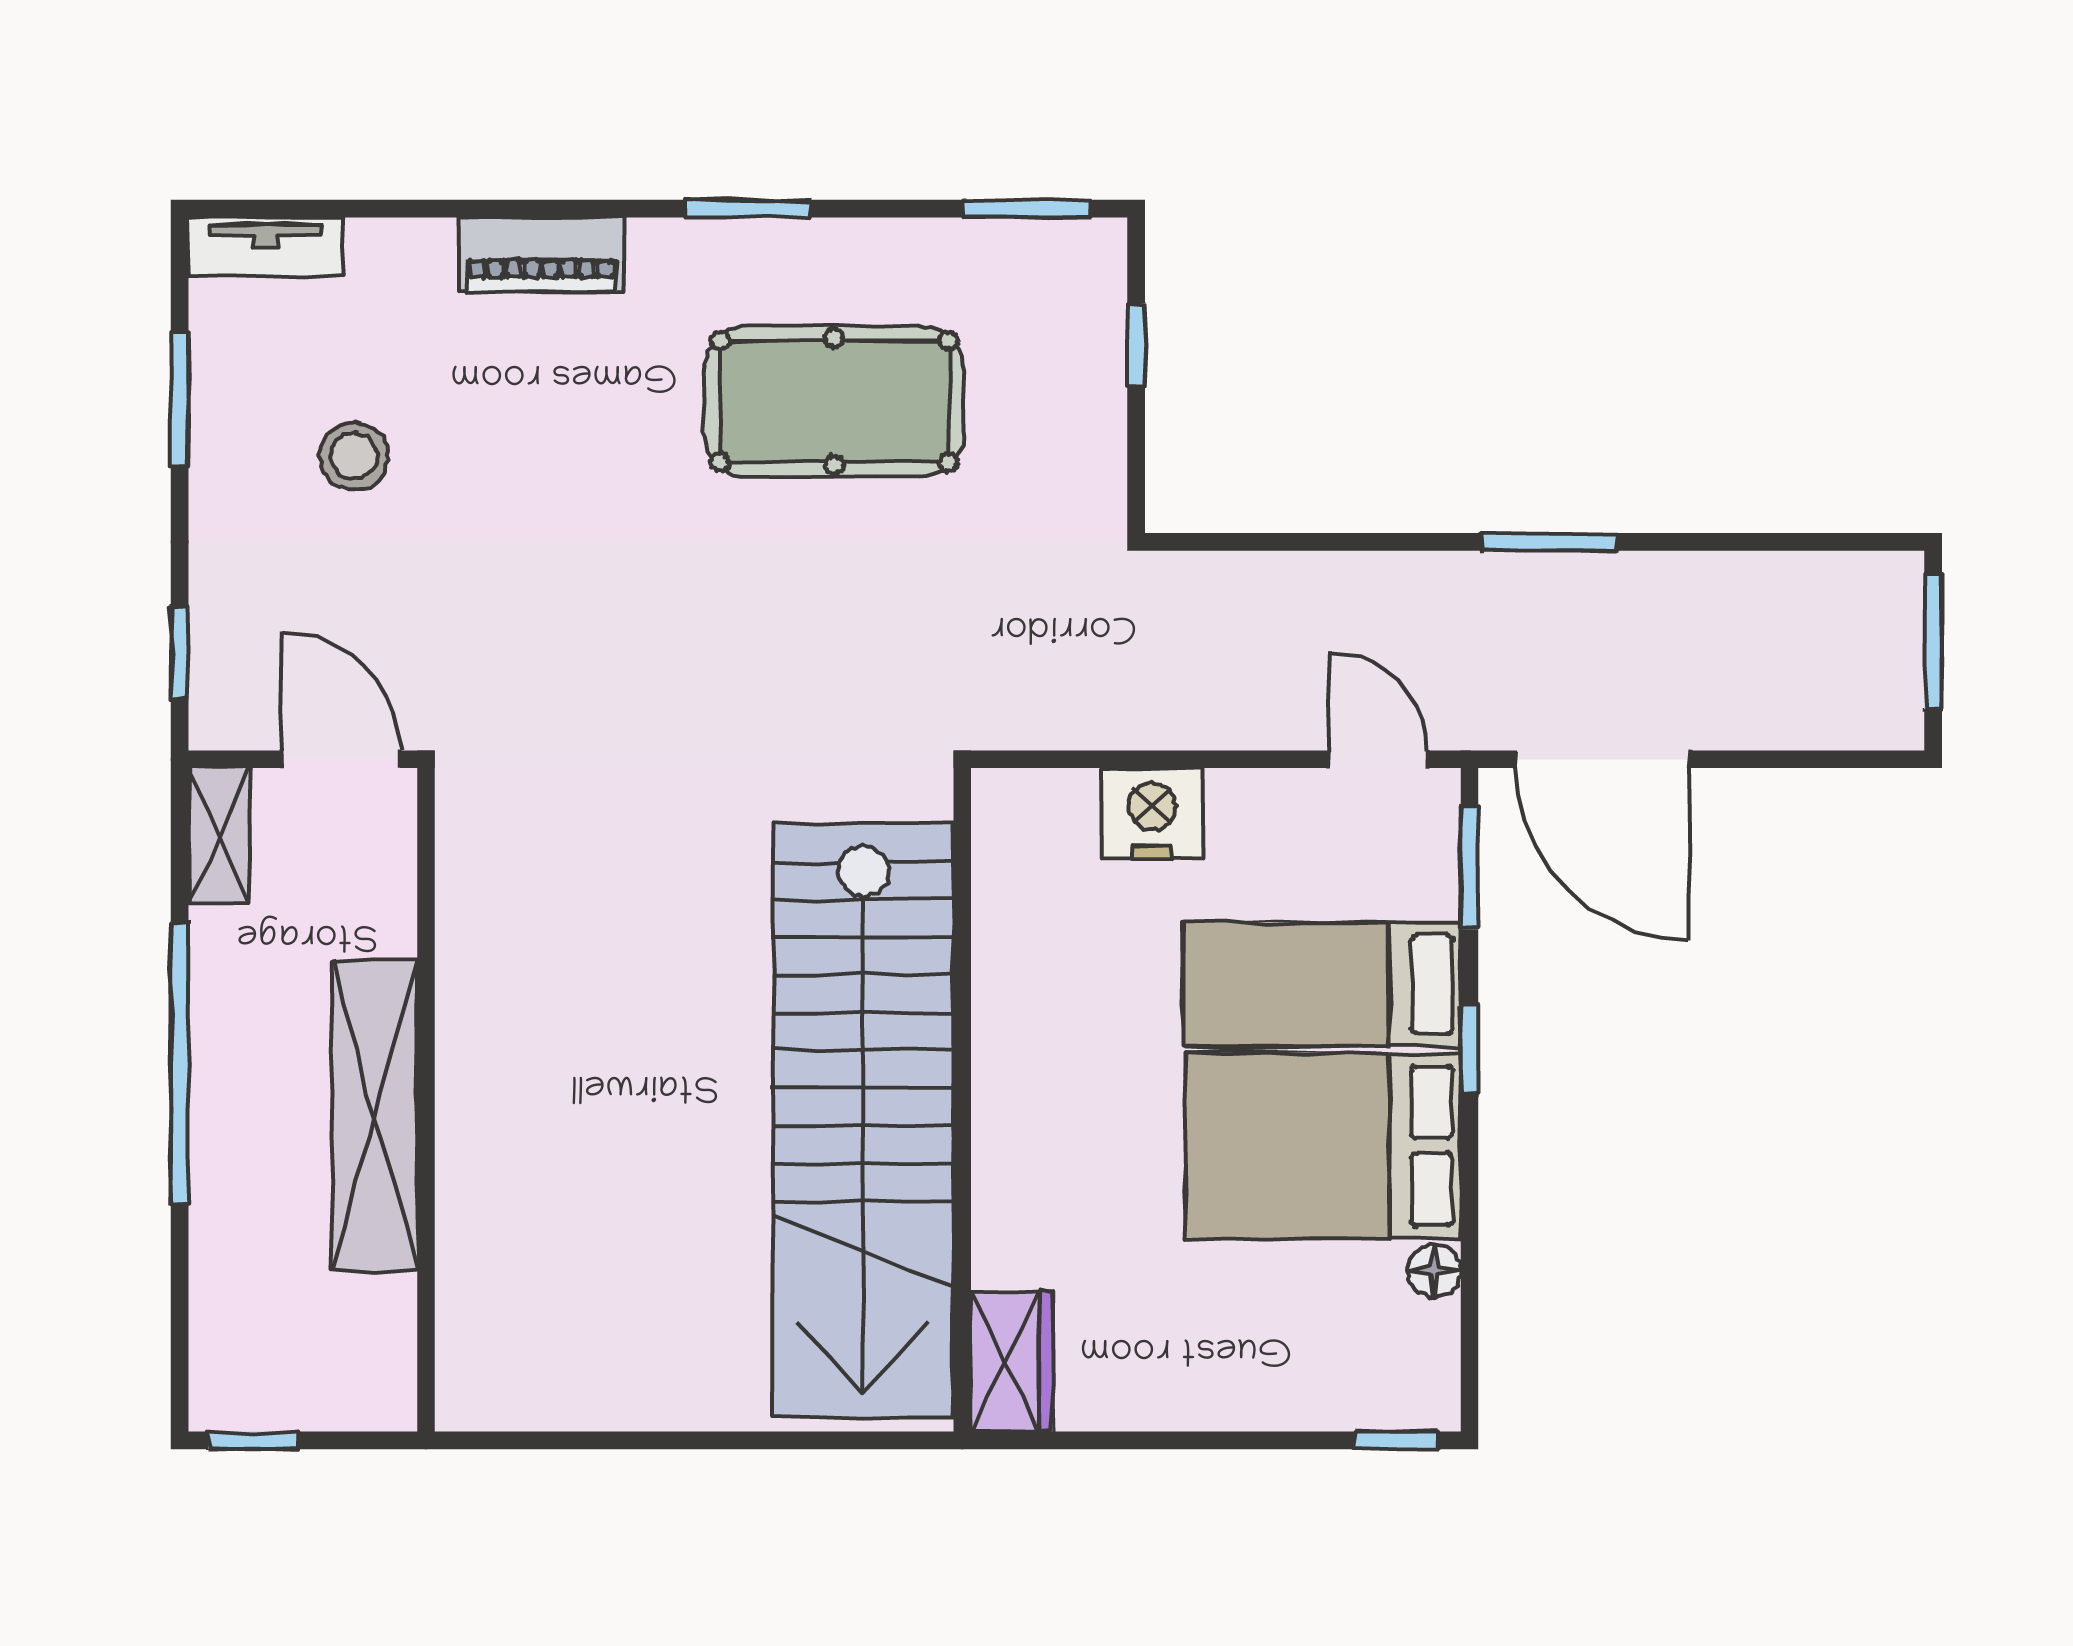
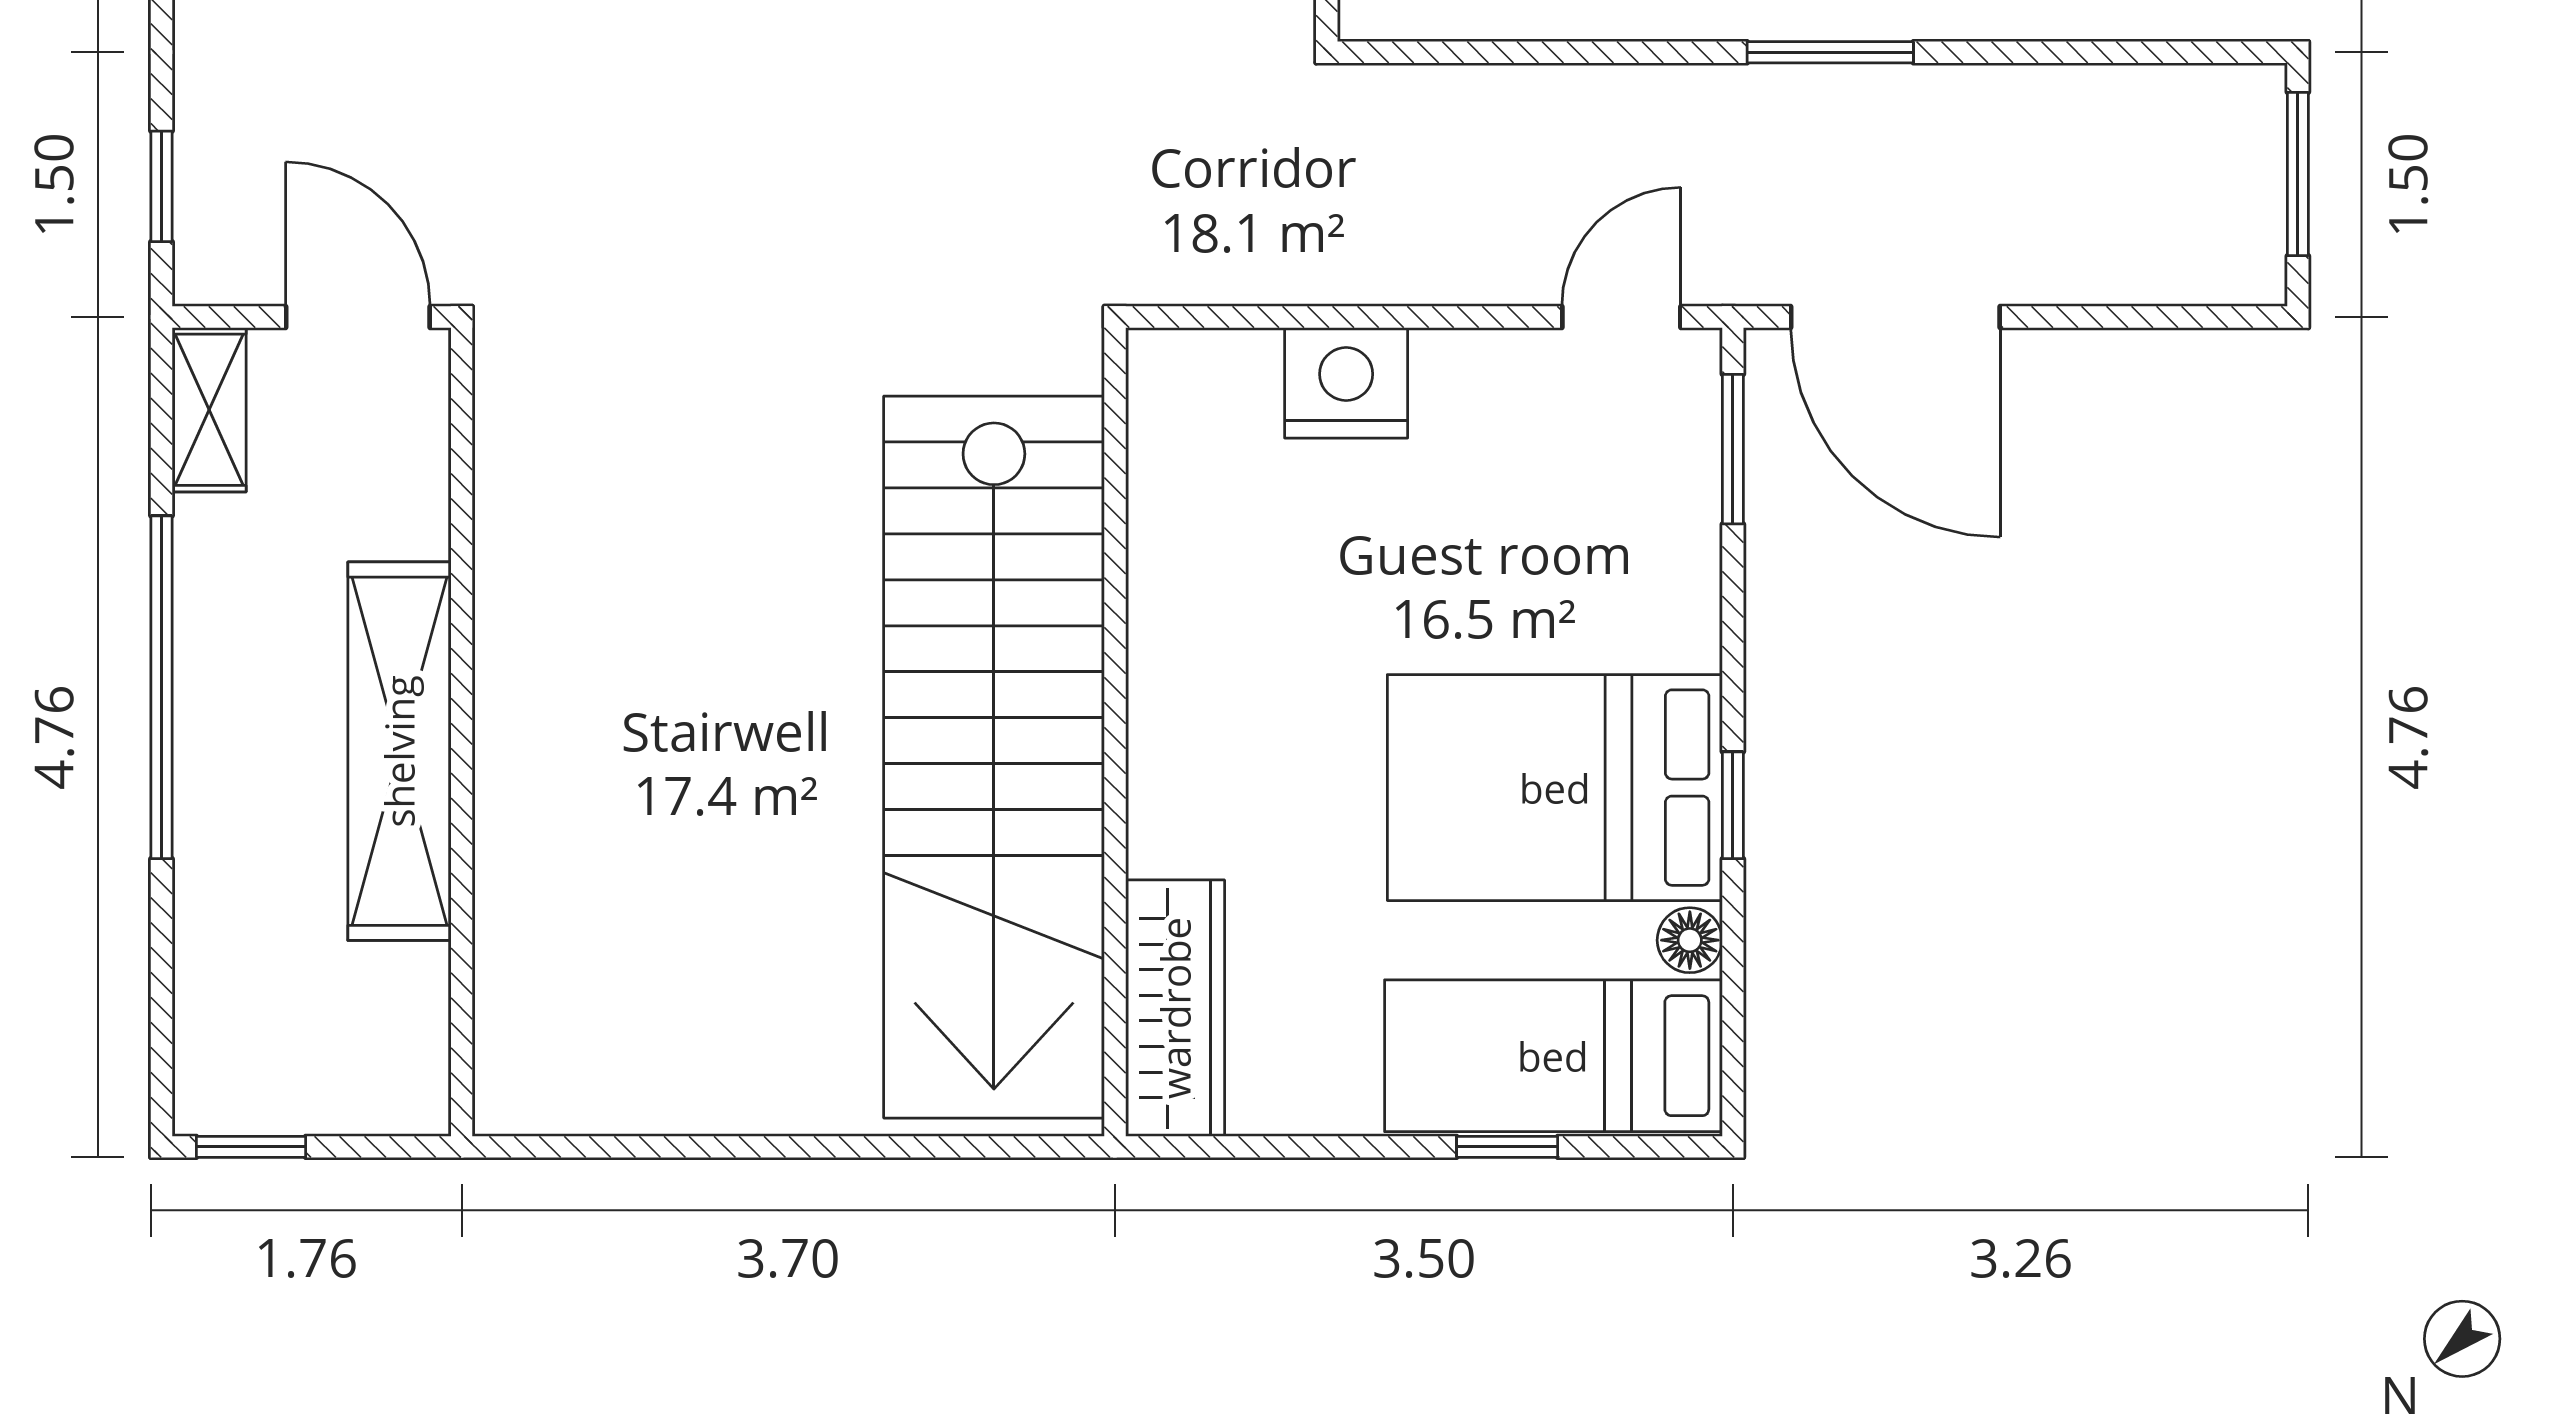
door: (1378, 759) -> (1621, 317), hinge flipped
bed: (1322, 985) -> (1553, 1056), moved
window: (1469, 1049) -> (1733, 805), moved
wardrobe: (1012, 1362) -> (1175, 1008), width x1.50
window: (1396, 1440) -> (1507, 1147), moved

